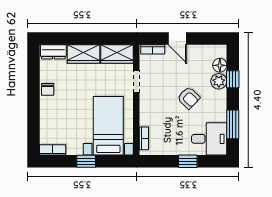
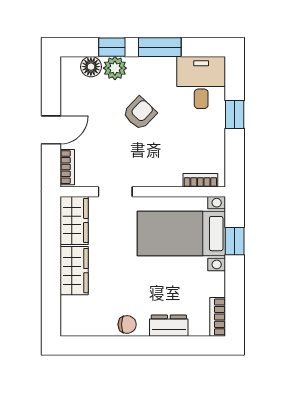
dresser: (53, 52) -> (169, 326), moved, turned -90
window: (233, 124) -> (160, 47), moved
window: (86, 161) -> (235, 241), moved

